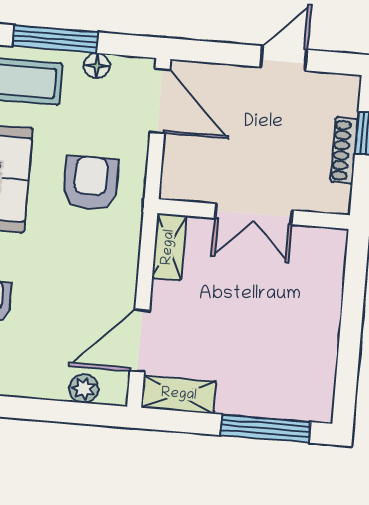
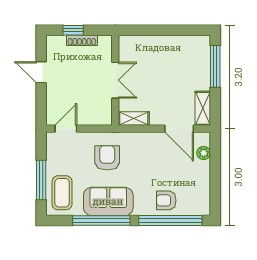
floor lamp: (97, 66) -> (52, 160), removed
door: (160, 101) -> (66, 129), width x0.73
armchair: (90, 183) -> (107, 158), turned 90

